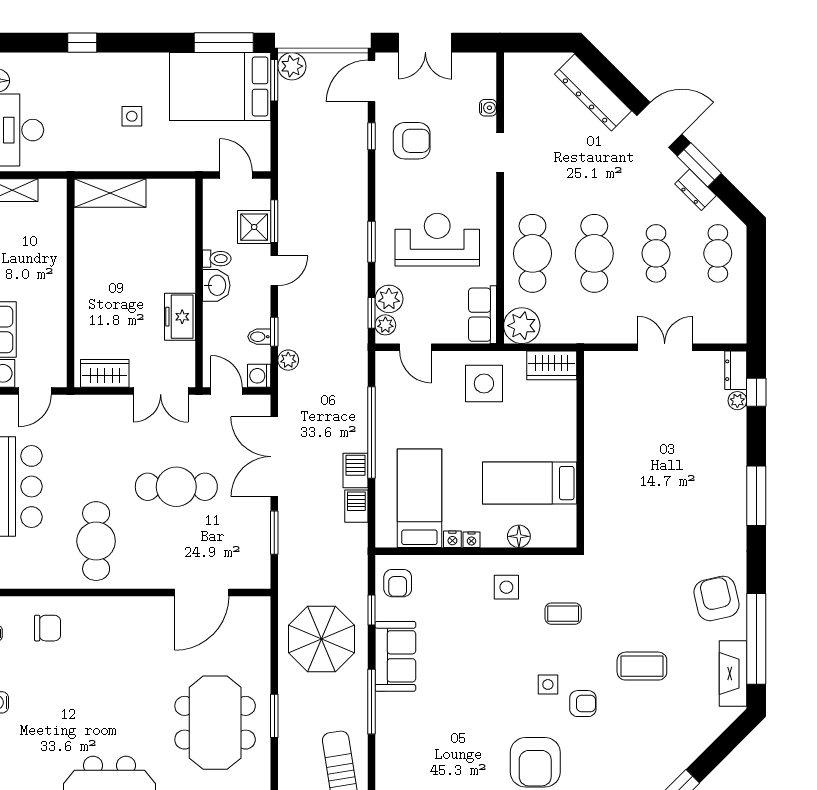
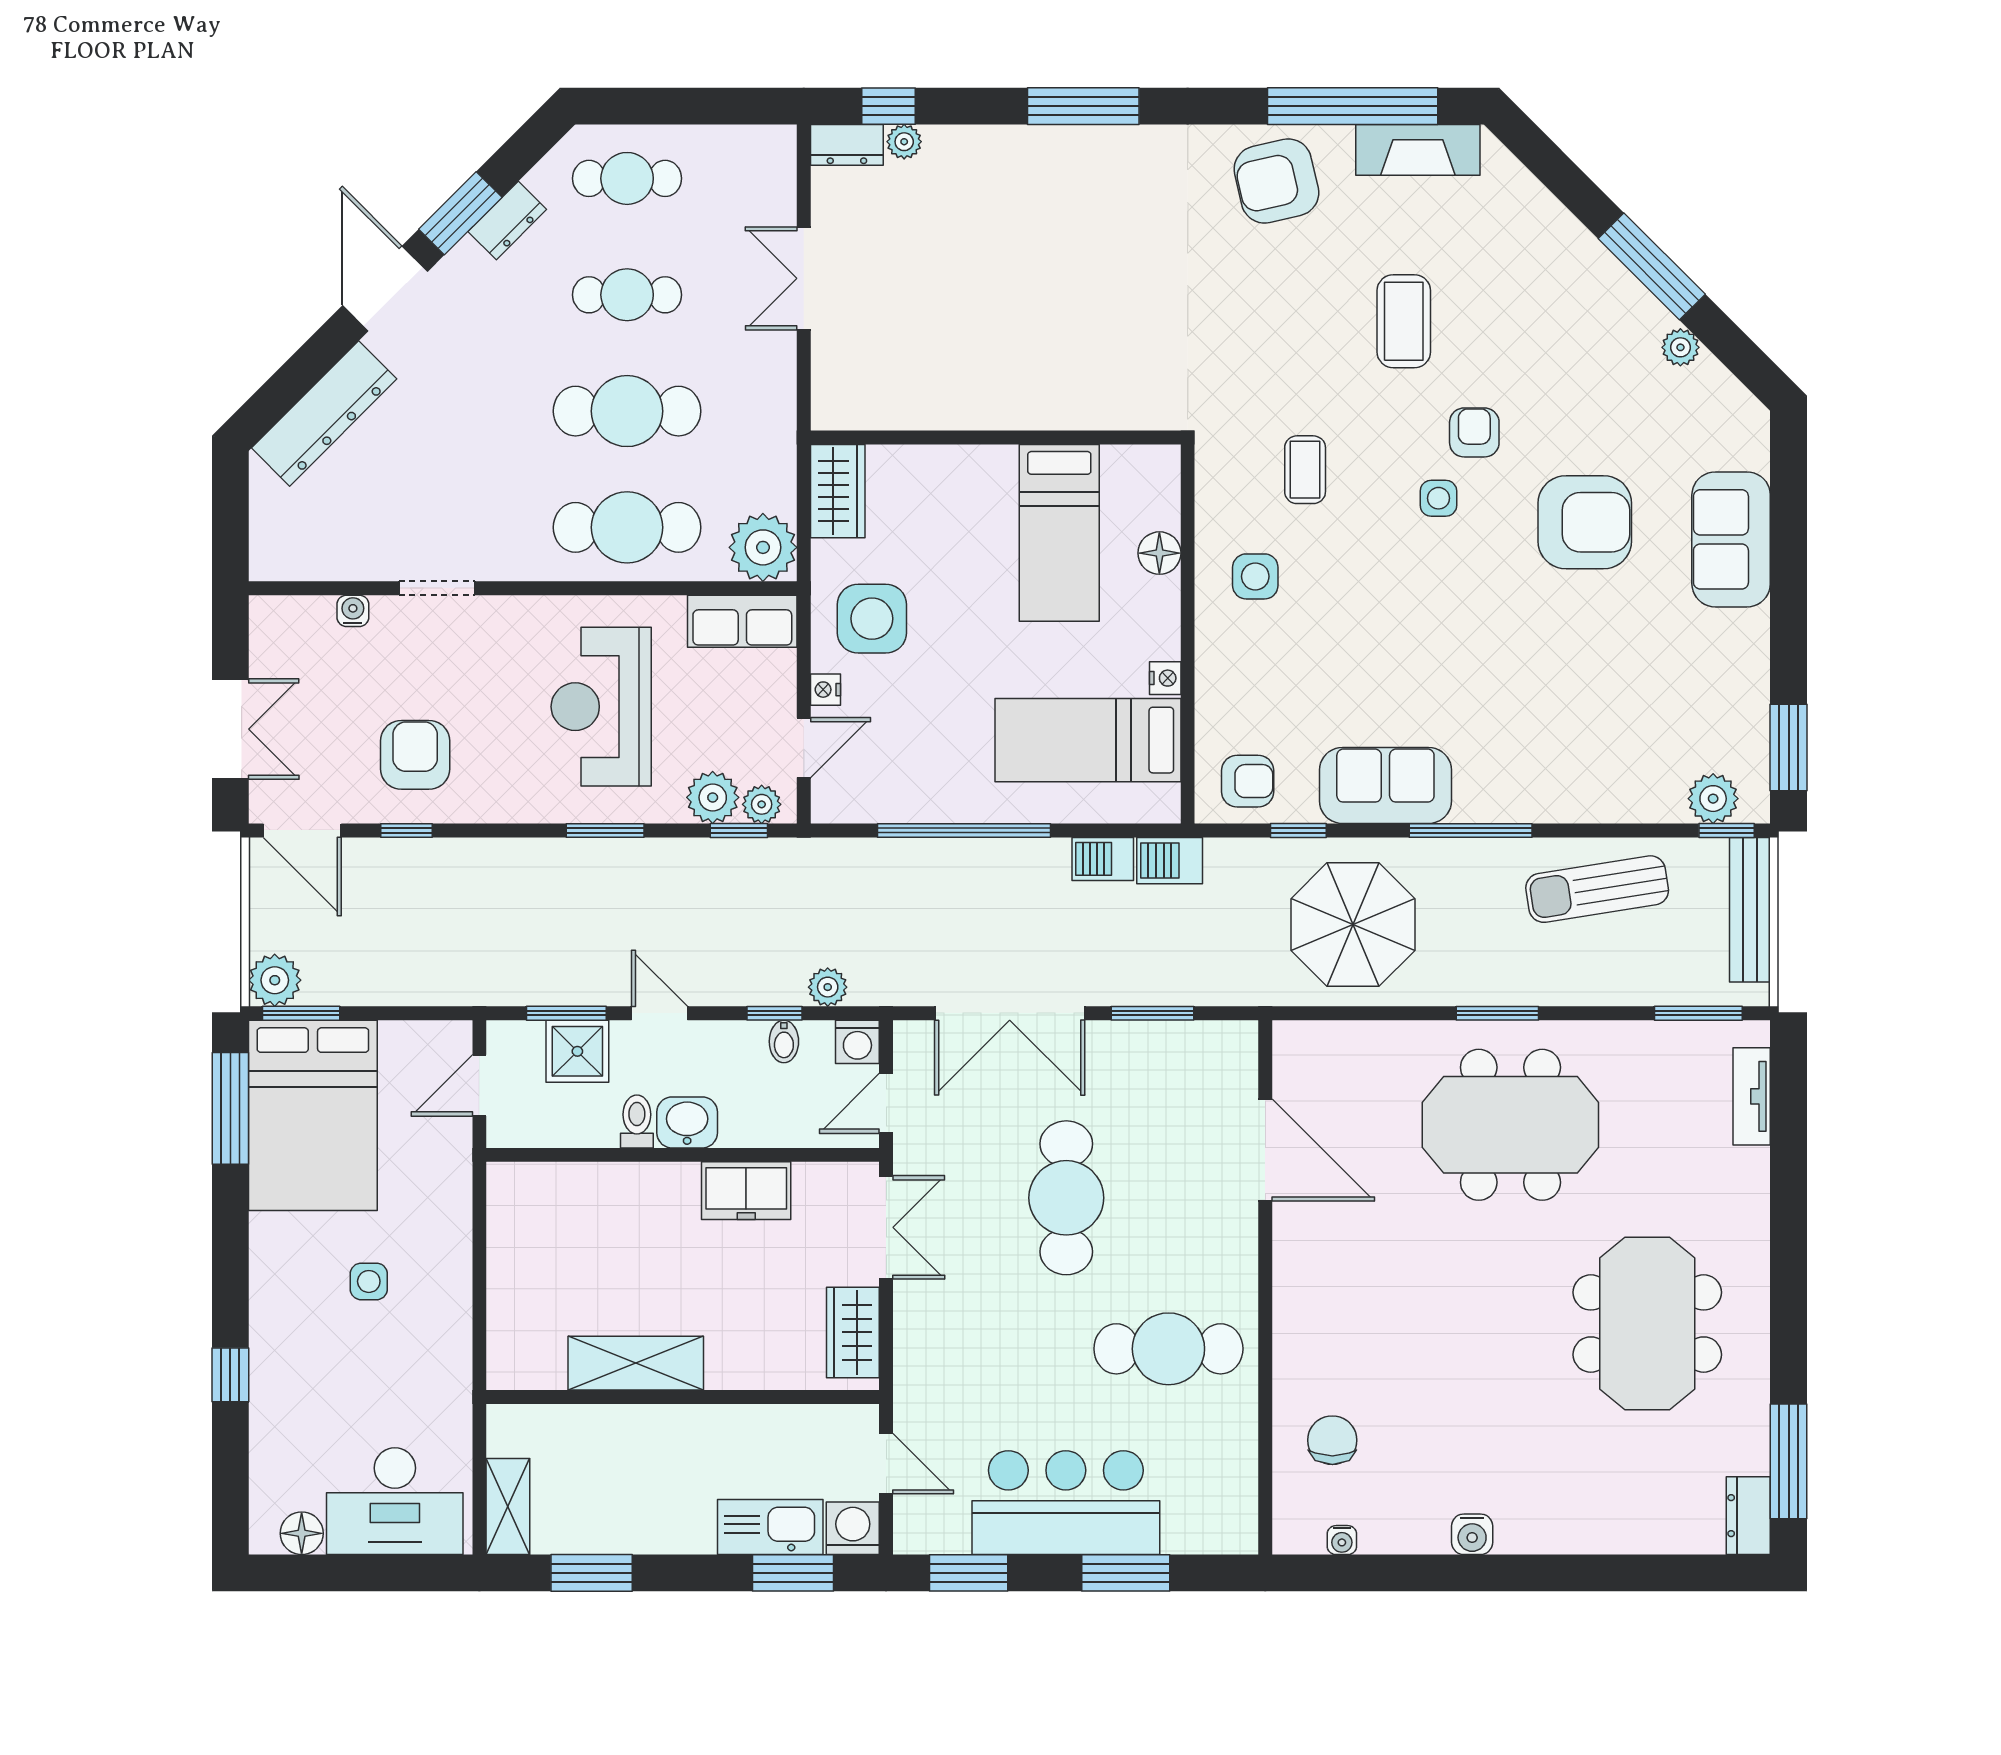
shelving: (110, 193) -> (636, 1363), moved, turned 90
barbecue: (355, 471) -> (1170, 861), moved
nightstand: (471, 540) -> (825, 690), moved, turned 180

